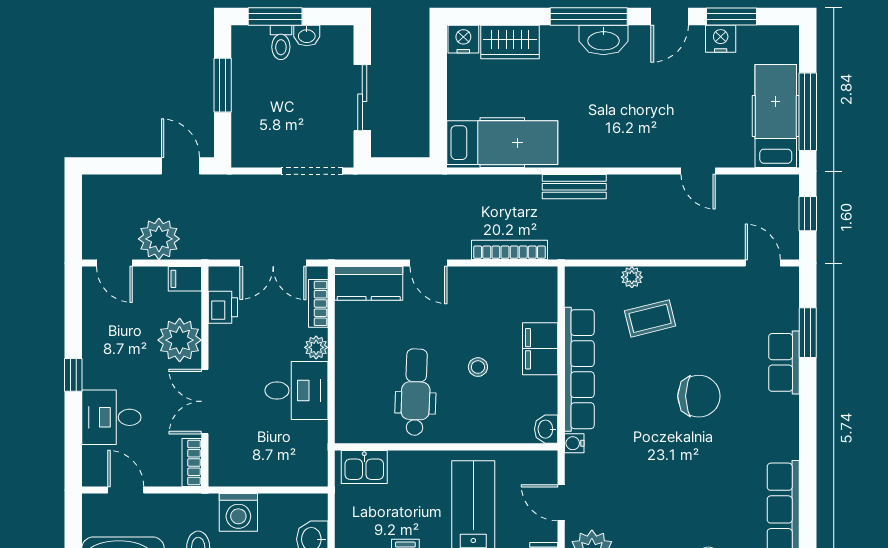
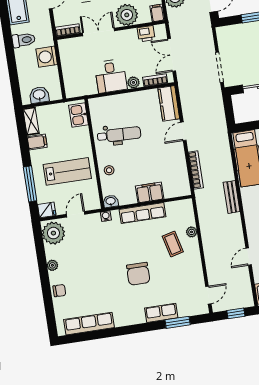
stool: (478, 367) -> (109, 170), moved
row of seats: (579, 369) -> (143, 213), width x0.73

